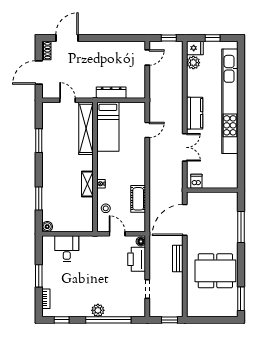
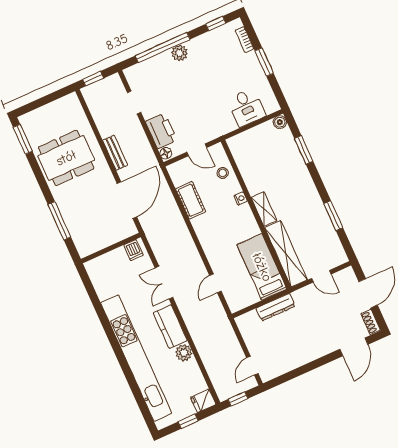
plant: (193, 63) -> (184, 353), moved
shelving: (87, 184) -> (264, 209), moved

